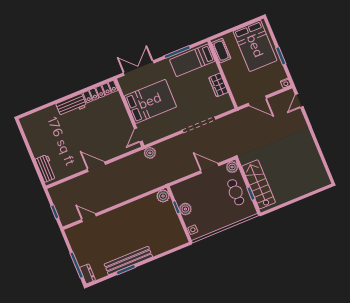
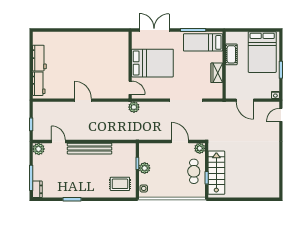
cot: (221, 51) -> (231, 54), moved
locker: (100, 92) -> (113, 37), removed
workbench: (71, 105) -> (39, 58), moved, turned -90
door: (138, 135) -> (130, 88), swing flipped
plant: (163, 196) -> (39, 149), moved
rug: (167, 235) -> (120, 184), added
bench: (128, 260) -> (90, 149), moved

